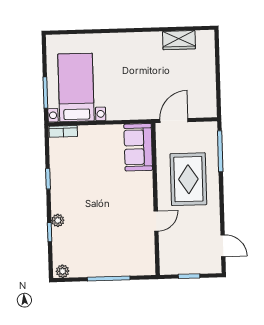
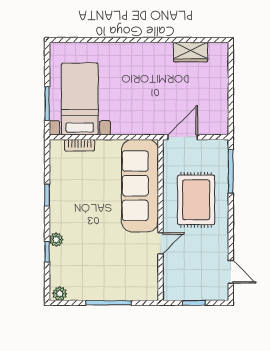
bookcase: (63, 131) -> (80, 145), moved
sofa: (138, 147) -> (140, 186), width x1.85, depth x1.27

